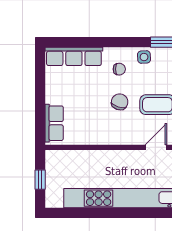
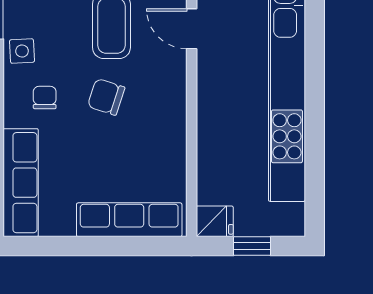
row of seats: (54, 123) -> (129, 220), width x1.48
fridge: (53, 160) -> (215, 221), added

